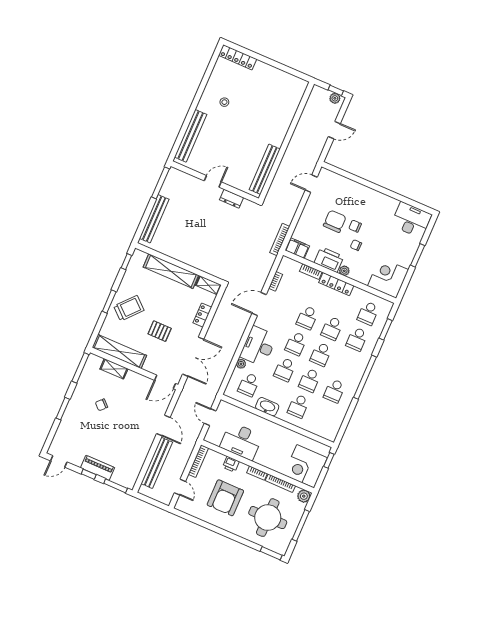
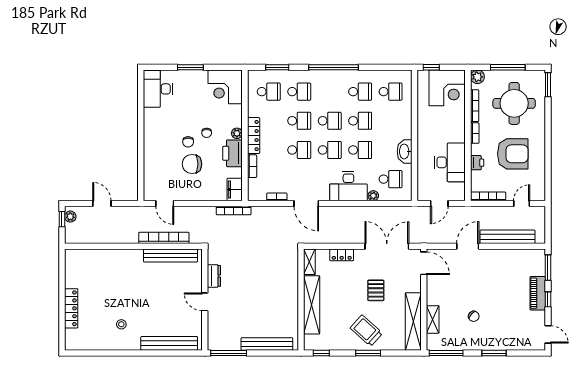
locker: (238, 57) -> (71, 308), moved
bookcase: (282, 170) -> (164, 238), added
school desk: (298, 406) -> (391, 92), moved

